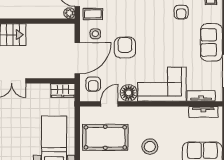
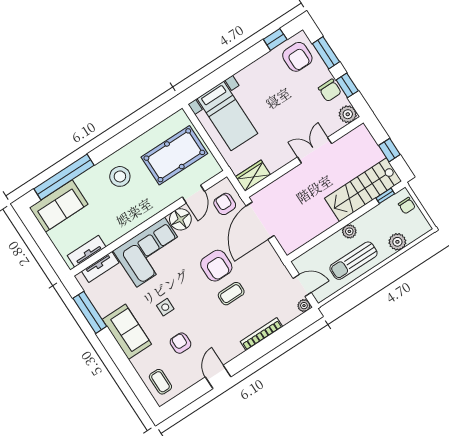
plant: (69, 13) -> (349, 231), moved
coffee table: (93, 14) -> (231, 294), moved
side table: (95, 34) -> (165, 307), moved

